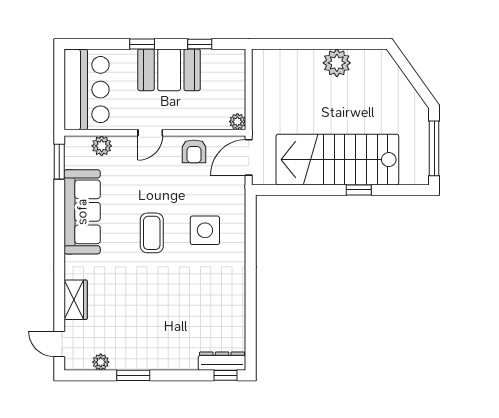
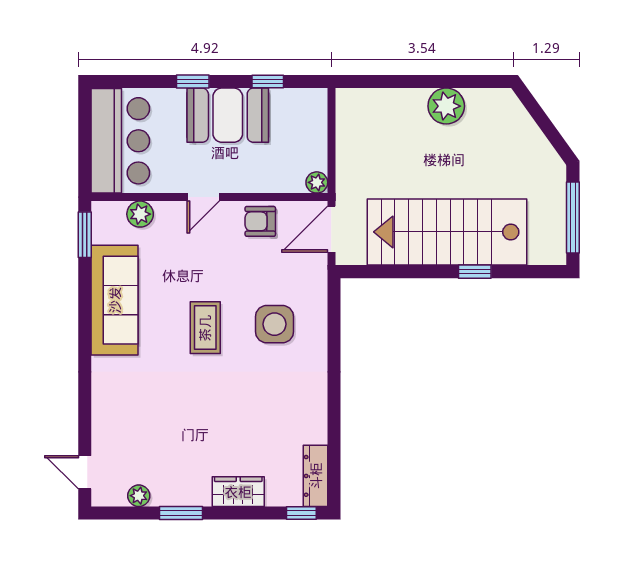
armchair: (194, 151) -> (260, 221), turned 90
wardrobe: (76, 300) -> (238, 492), moved, turned -90
dresser: (222, 361) -> (316, 476), moved, turned -90

